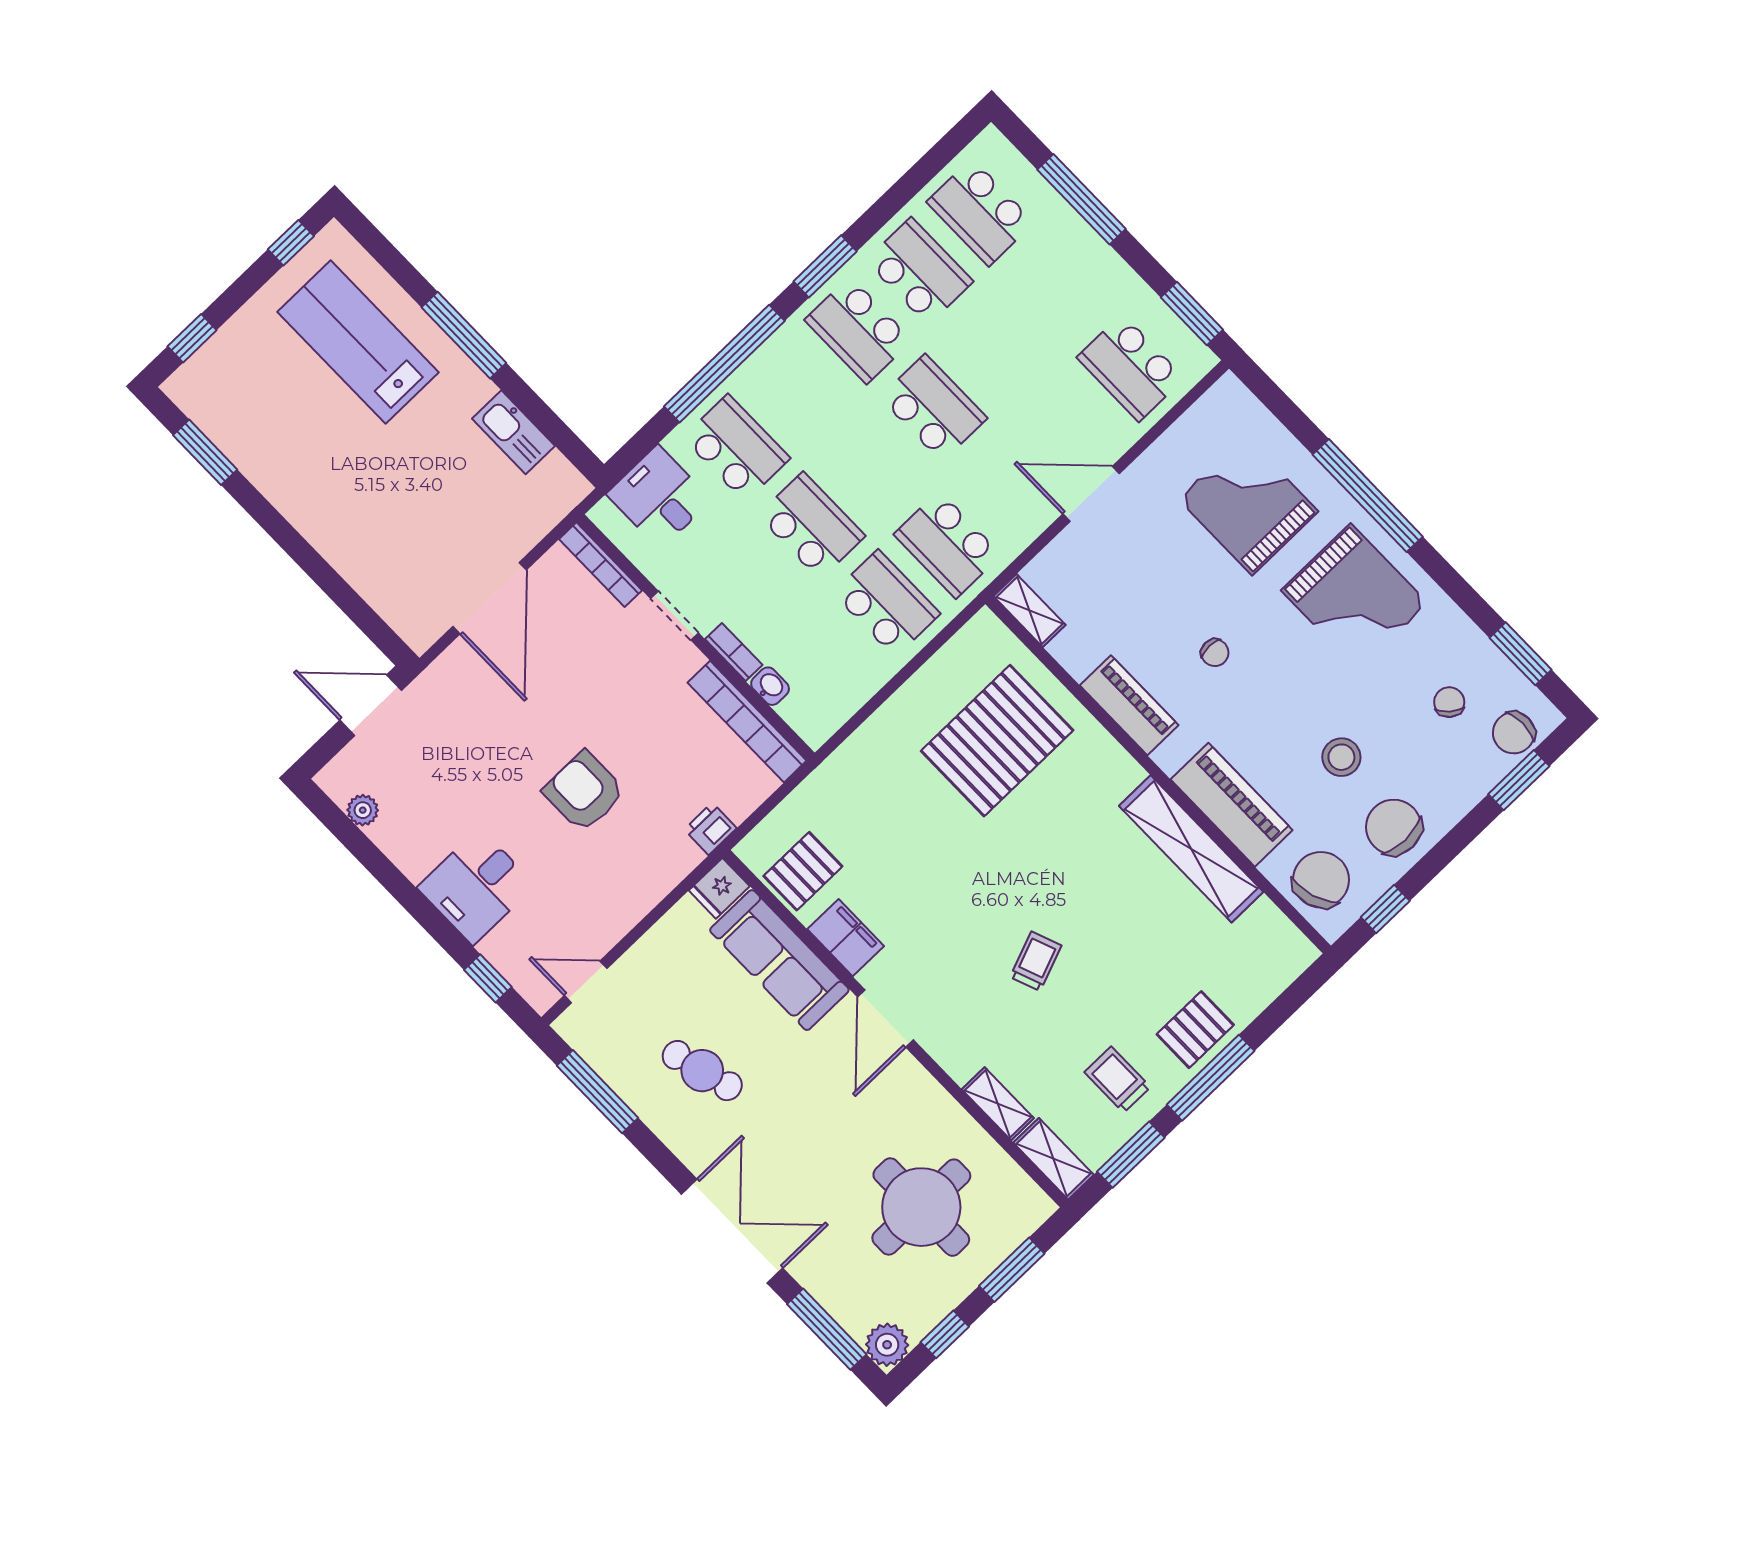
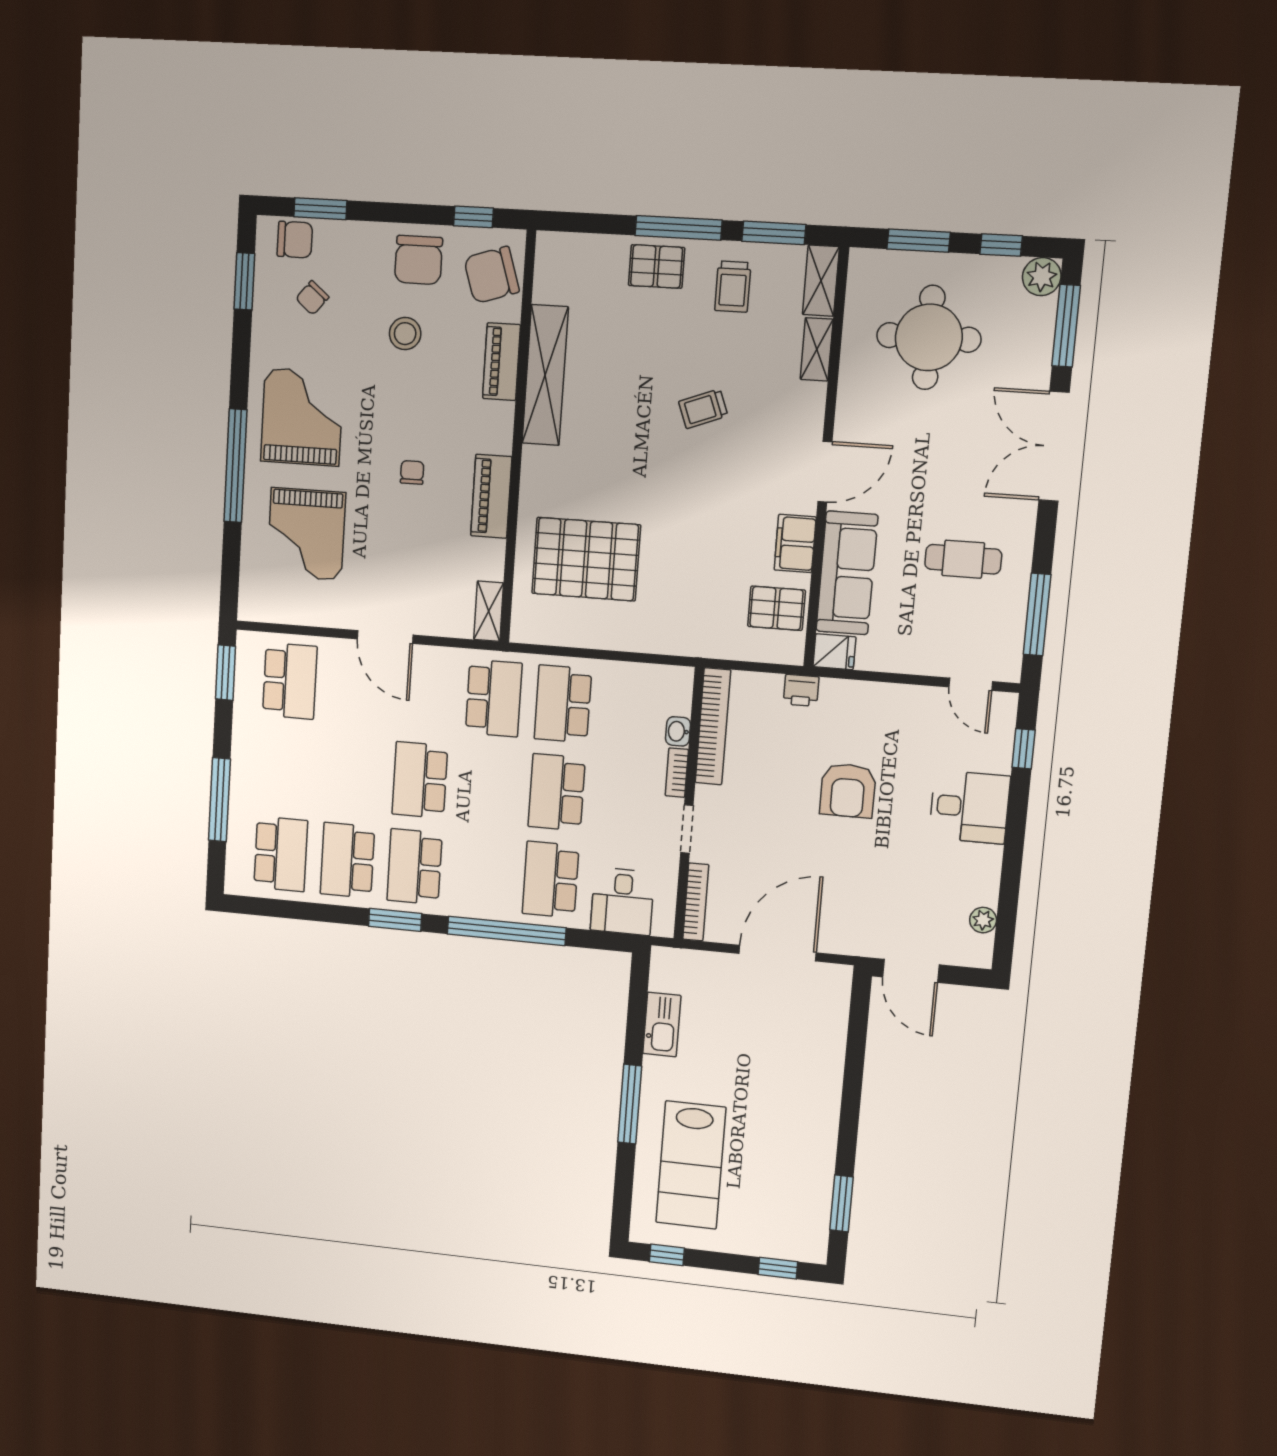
school desk: (858, 330) -> (414, 867), turned 180
piano: (1232, 805) -> (502, 362), width x0.73, depth x0.75
cafe table: (702, 1071) -> (963, 559), turned -75

